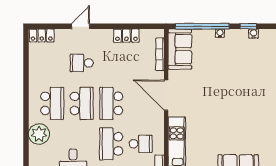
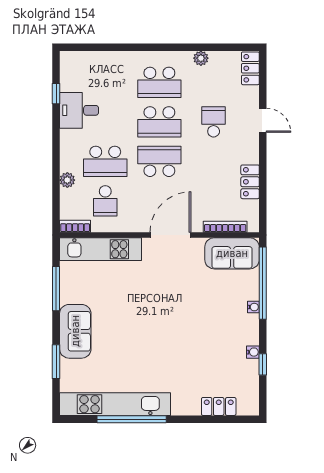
window: (248, 26) -> (263, 364), moved
plant: (39, 134) -> (201, 58), moved, width x0.53, depth x0.53
school desk: (111, 144) -> (105, 161), turned 180

